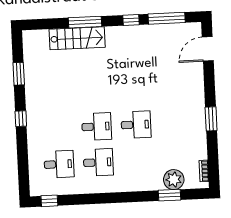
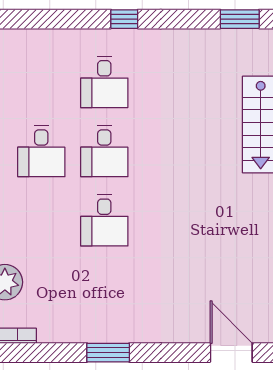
window: (19, 74) -> (240, 19), moved
desk: (59, 164) -> (104, 82), moved

